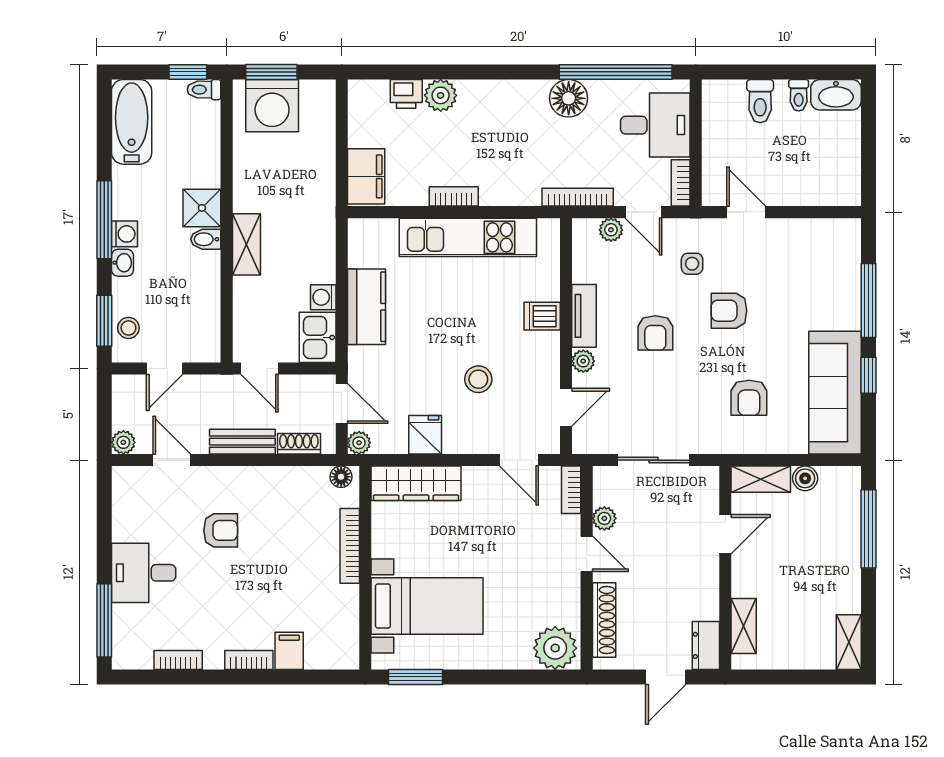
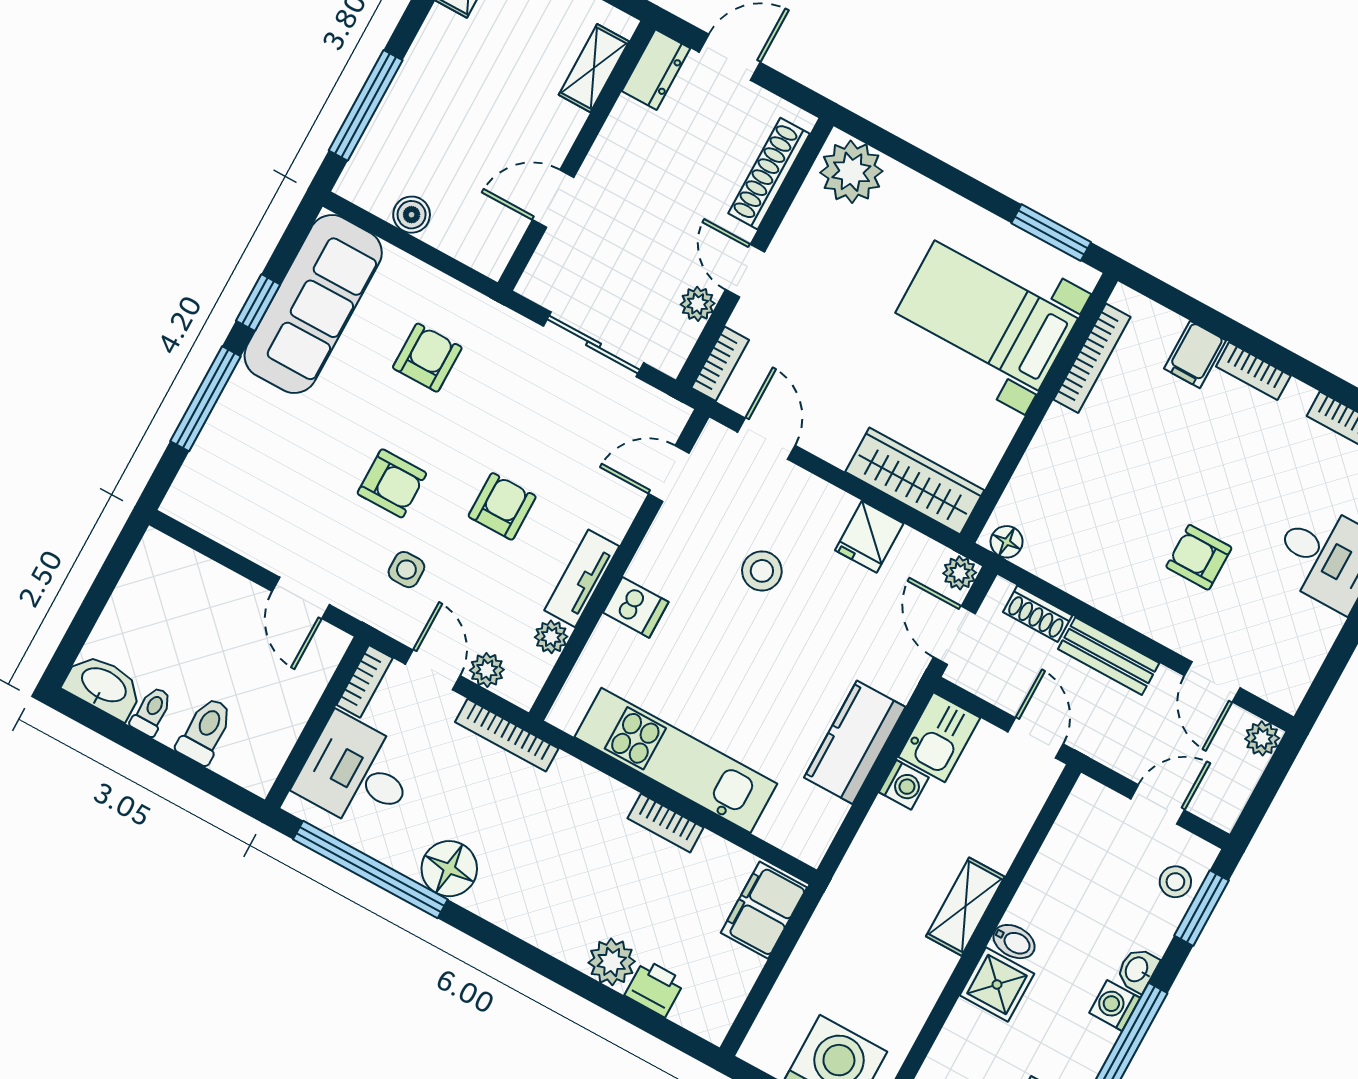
plant: (583, 361) -> (551, 637), moved
shelving: (761, 479) -> (469, 245), removed
bookcase: (350, 546) -> (1092, 358), moved

